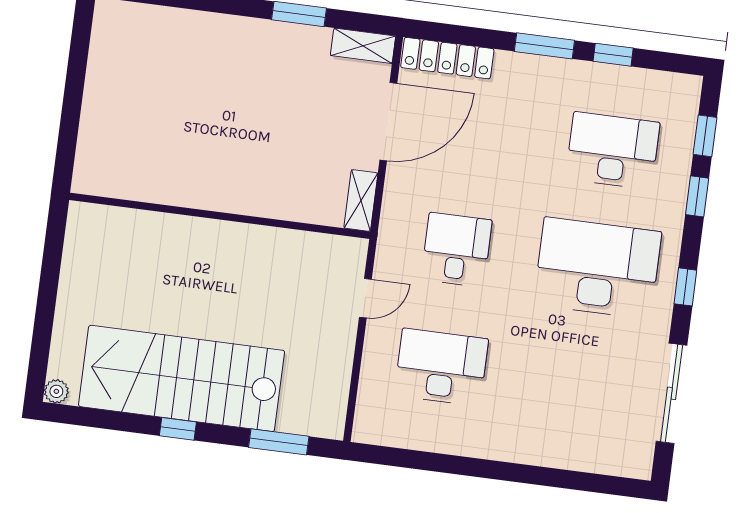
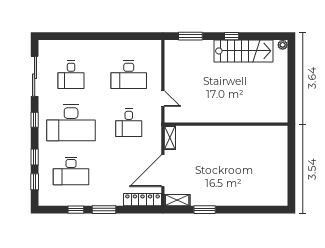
door: (365, 298) -> (163, 99), swing flipped
stairs: (182, 378) -> (244, 51), width x0.73, depth x0.66
desk: (582, 385) -> (71, 75), added

